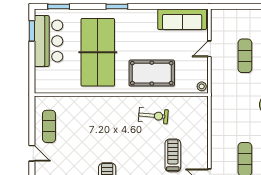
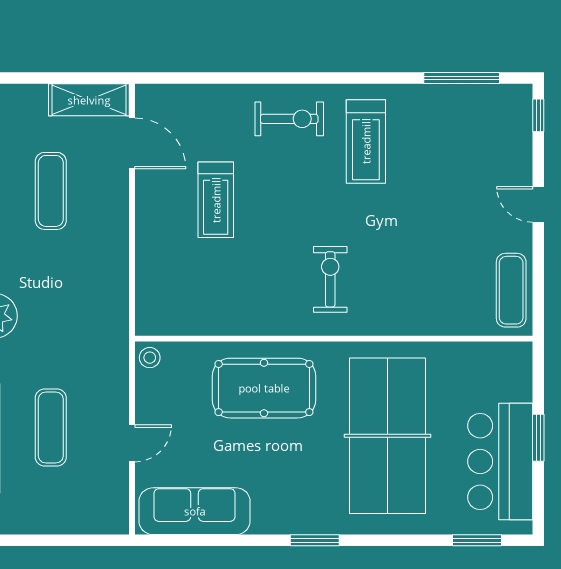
window: (117, 7) -> (315, 540), moved
window: (32, 31) -> (538, 438), moved
exercise bike: (153, 116) -> (330, 279), moved, turned 85
exercise mat: (49, 126) -> (511, 290), moved

